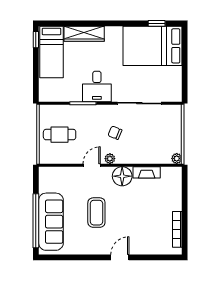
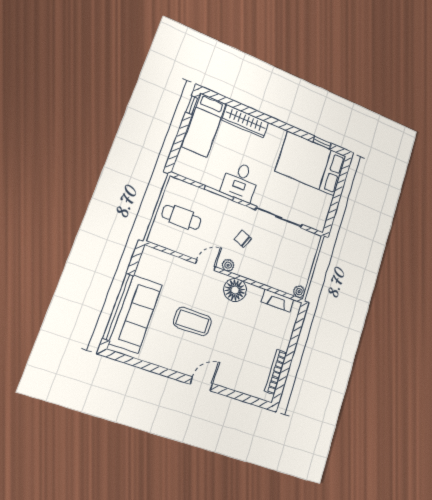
fireplace: (147, 172) -> (277, 301), moved
coffee table: (96, 213) -> (192, 322), turned 90

